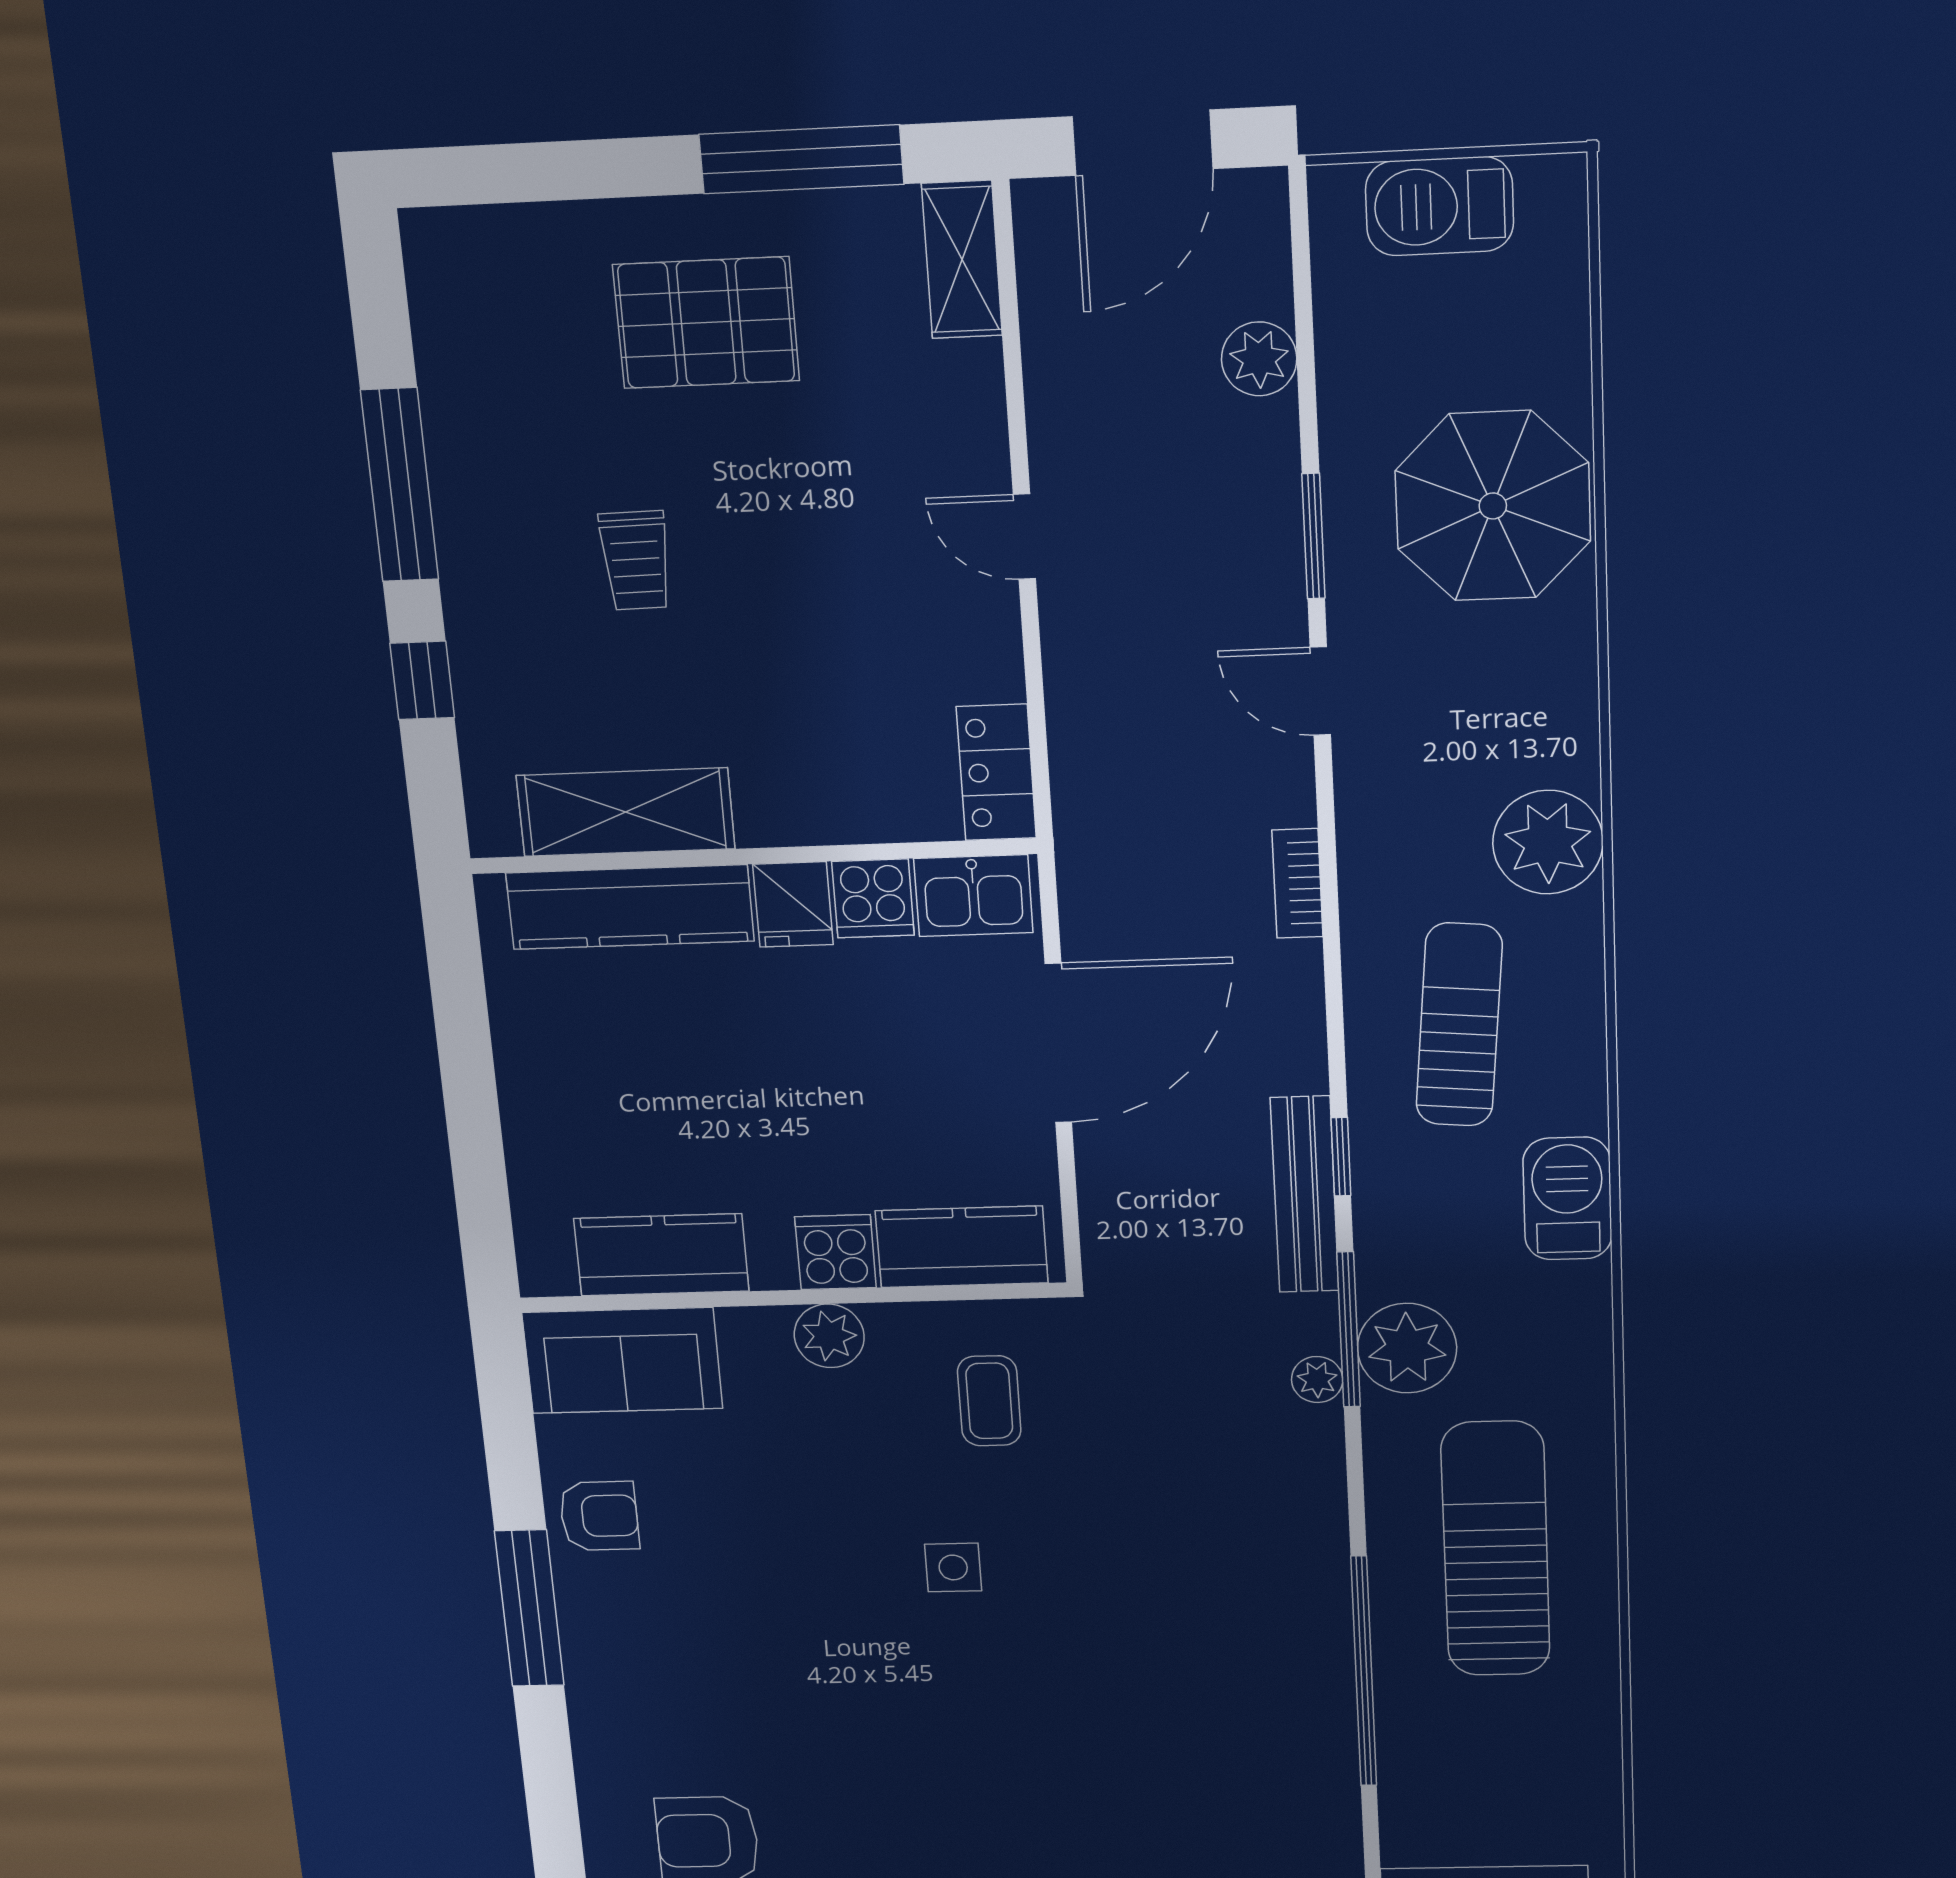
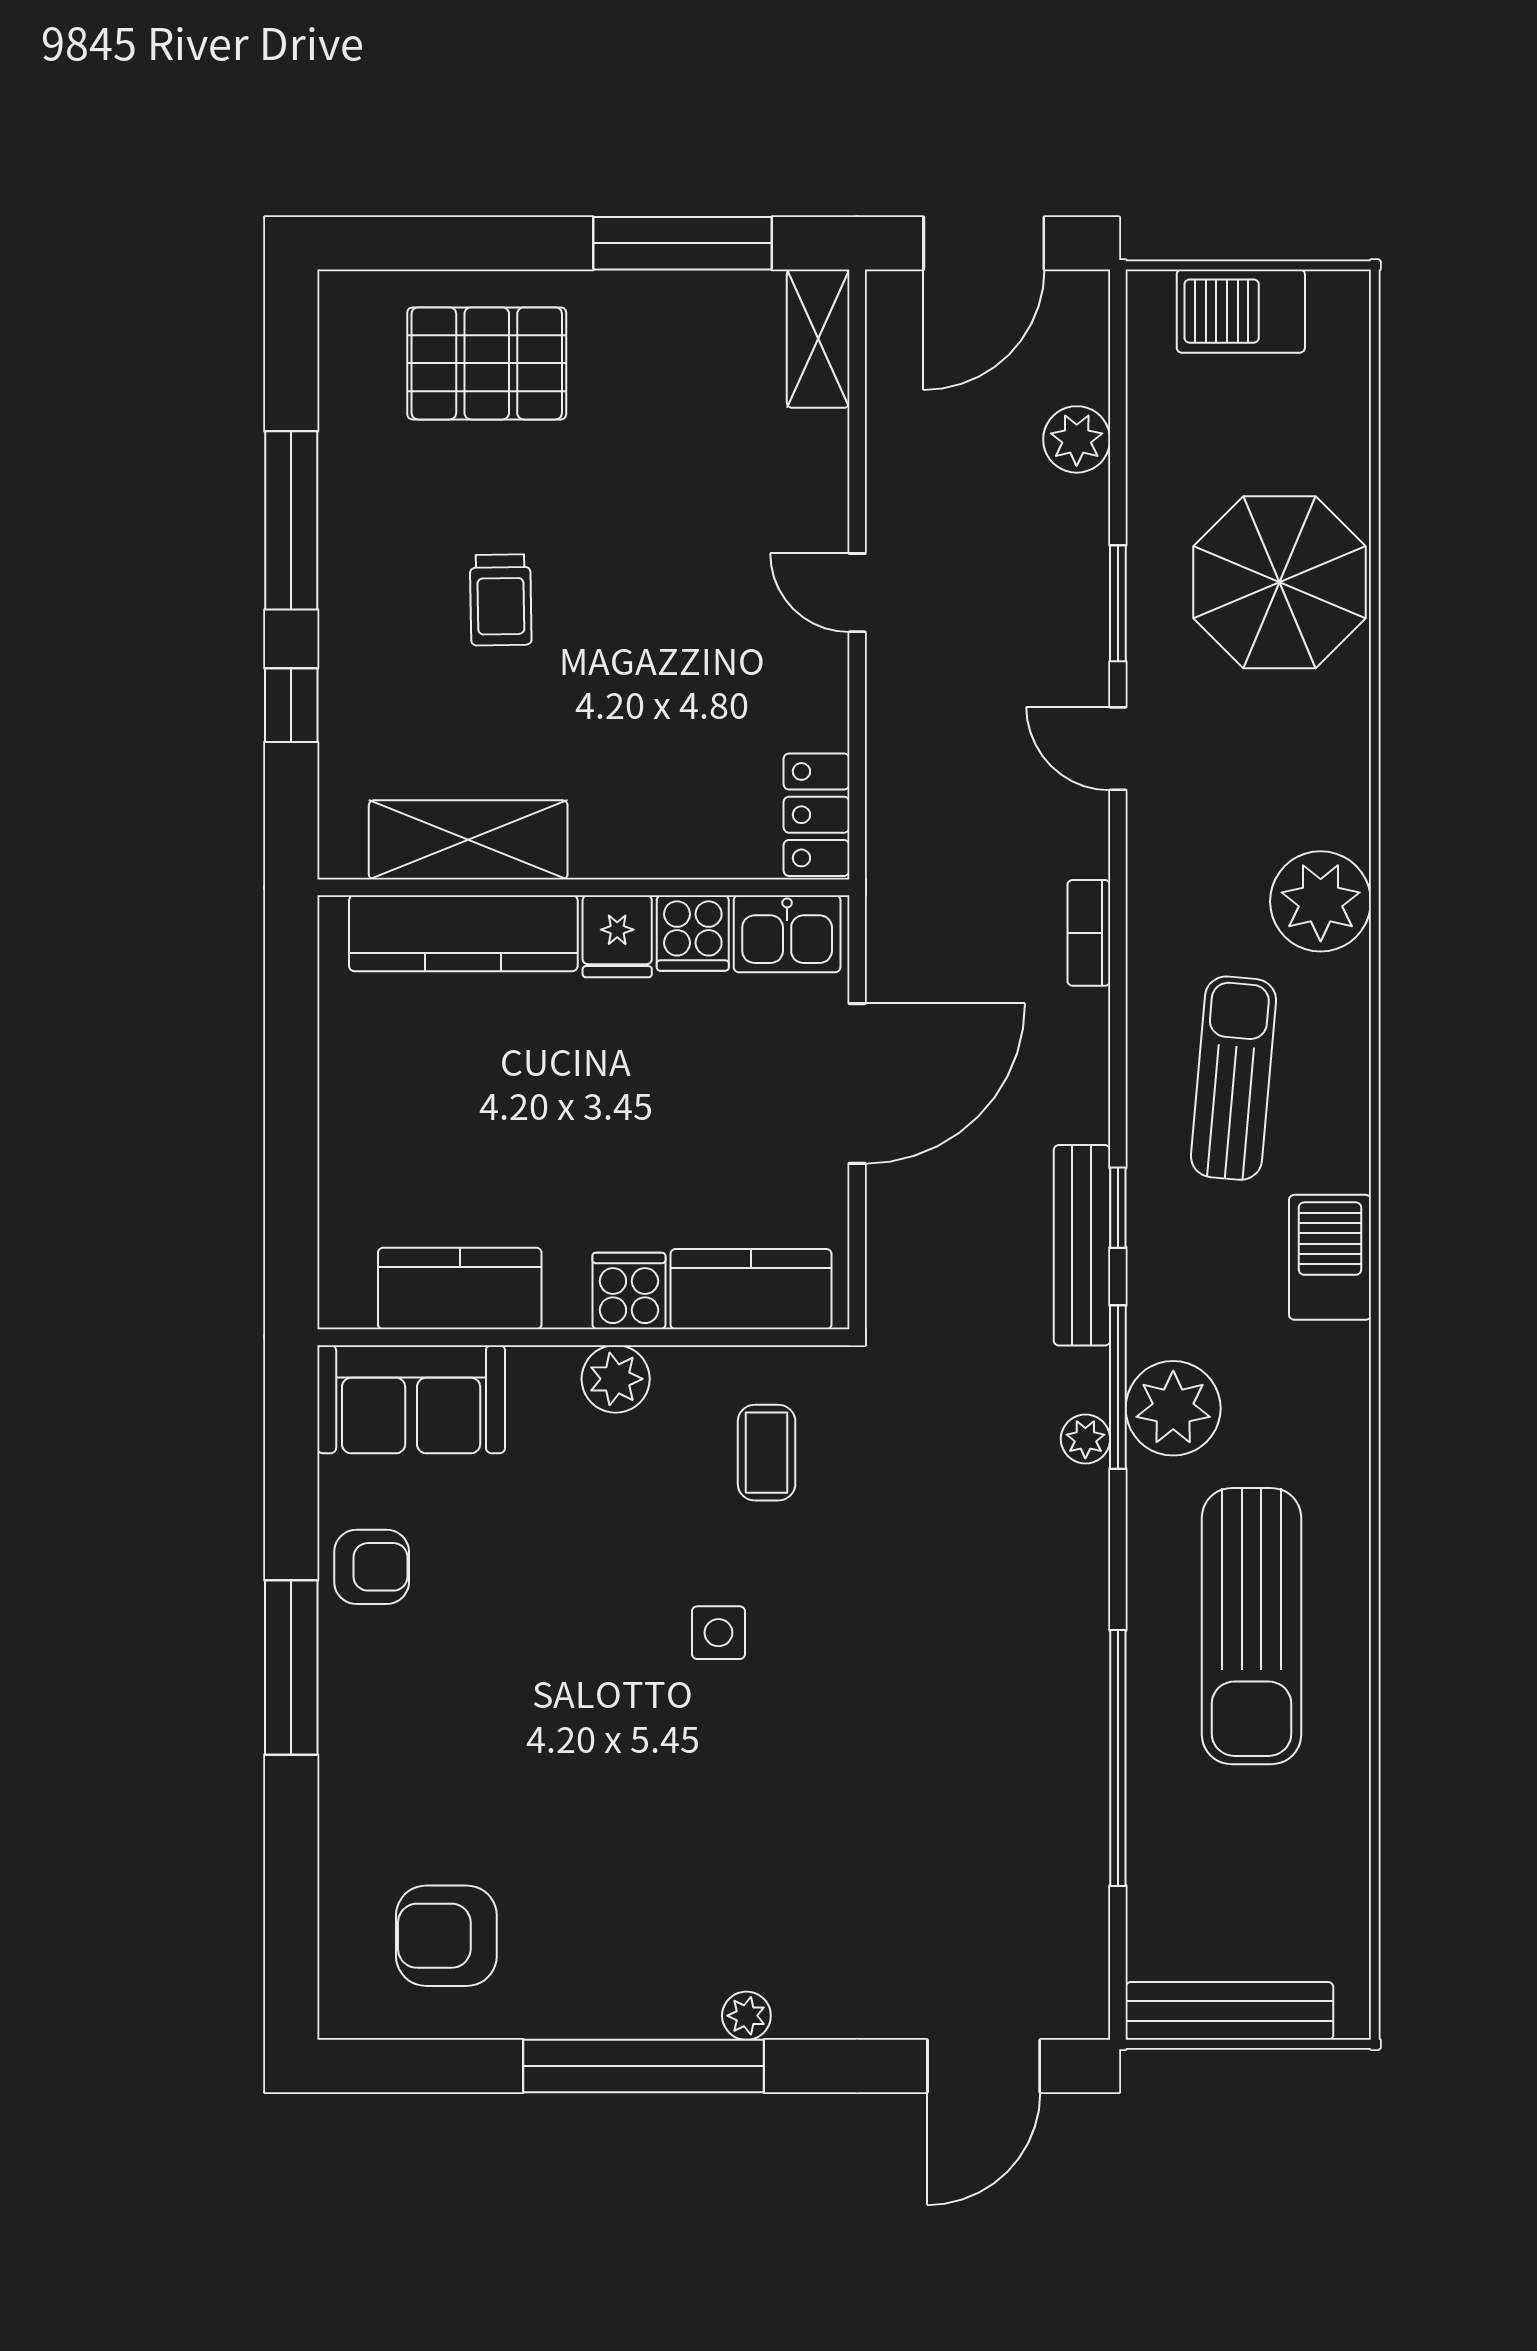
pallet: (706, 323) -> (487, 363), moved
sun lounger: (1496, 1549) -> (1252, 1626), turned 180

